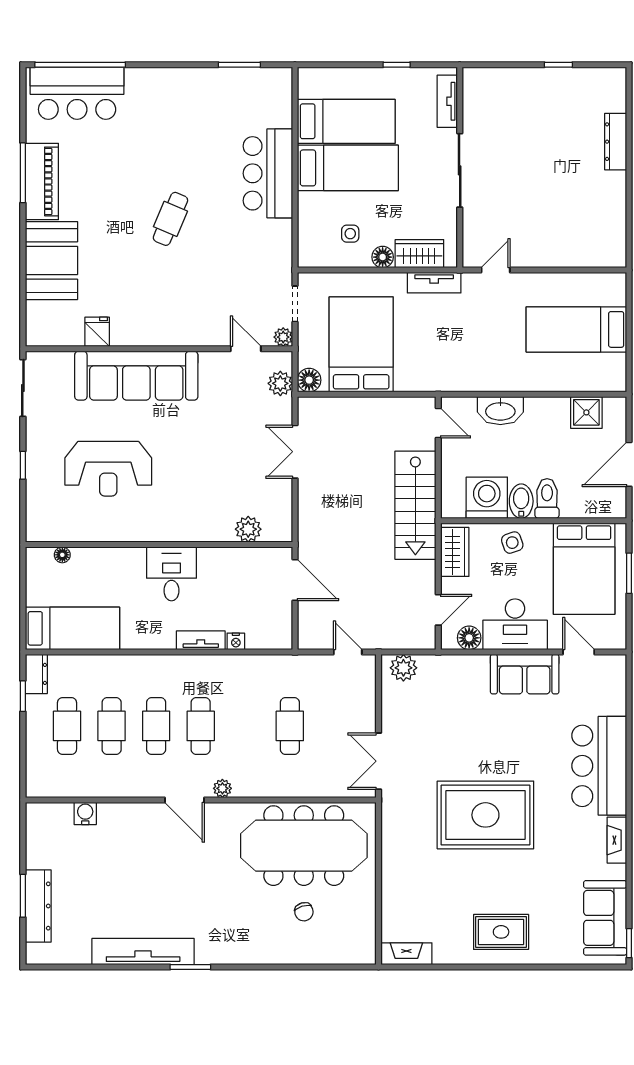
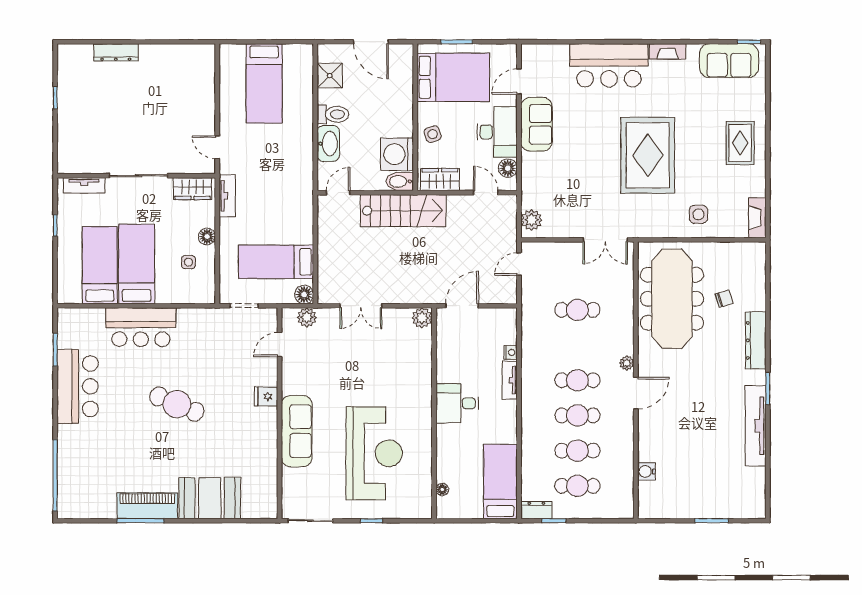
bar counter: (77, 93) -> (78, 386), moved
cafe table: (170, 219) -> (177, 404), width x1.37, depth x1.35
wardrobe: (419, 254) -> (192, 189), moved, turned -90
fridge: (97, 332) -> (266, 396), moved
plant: (283, 337) -> (270, 315), removed
bed: (361, 344) -> (276, 262), width x0.67
sofa: (136, 376) -> (297, 431), width x0.74, depth x0.79
reception desk: (108, 469) -> (374, 453), width x1.36, depth x1.30
toilet: (547, 498) -> (333, 114), moved, turned 180
bidet: (521, 501) -> (400, 181), moved
plant: (248, 529) -> (422, 318), moved
side table: (411, 879) -> (698, 214), added
dresser: (38, 906) -> (756, 340), moved, turned -90

